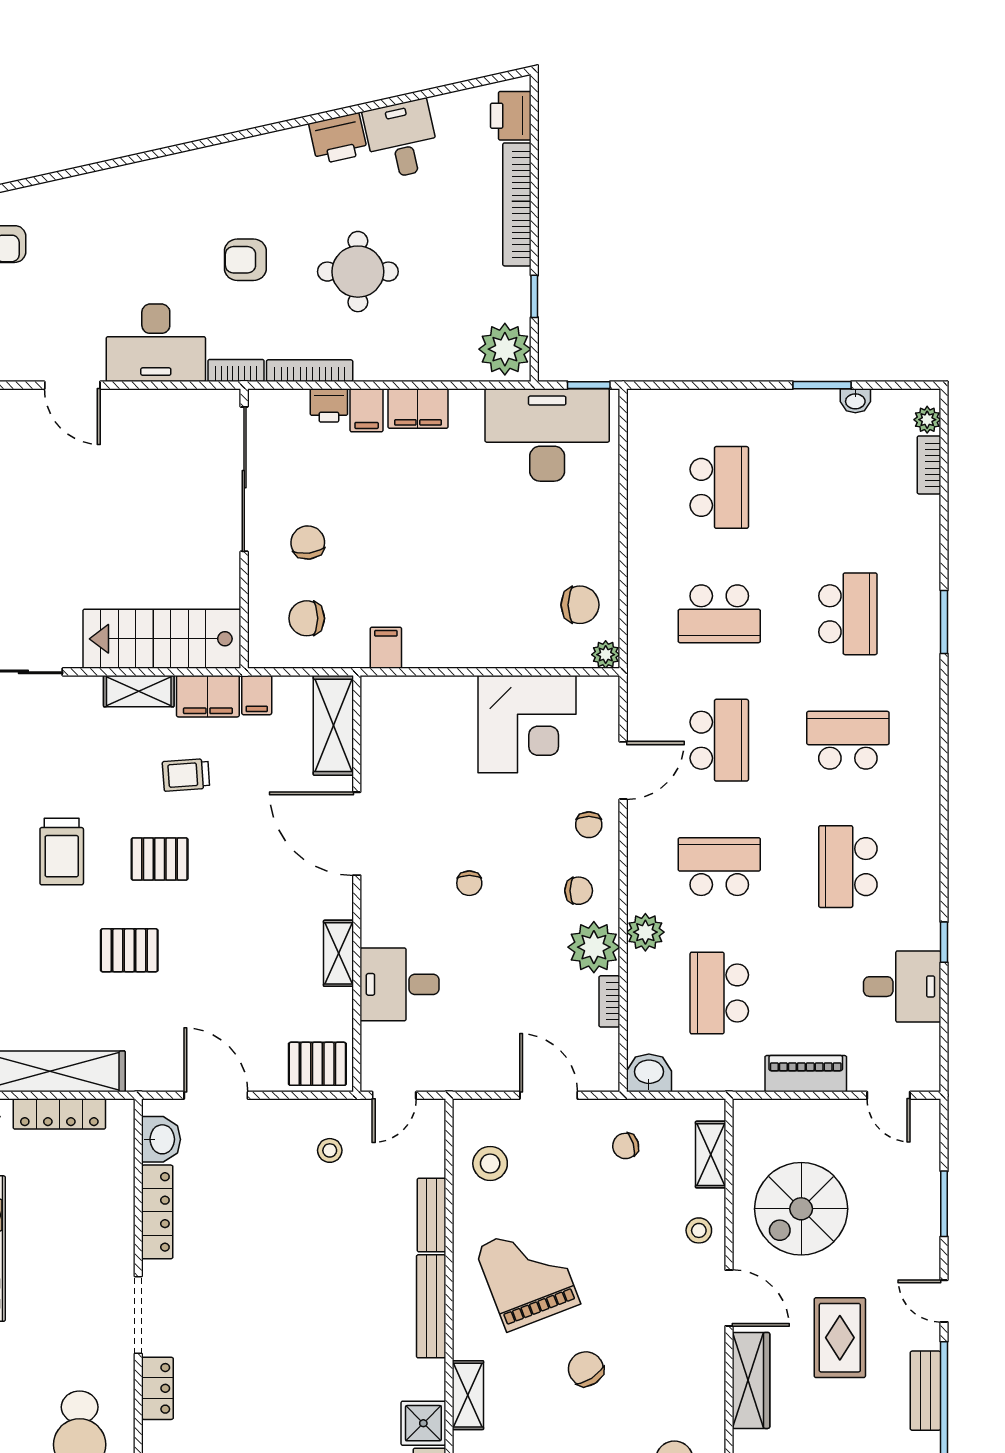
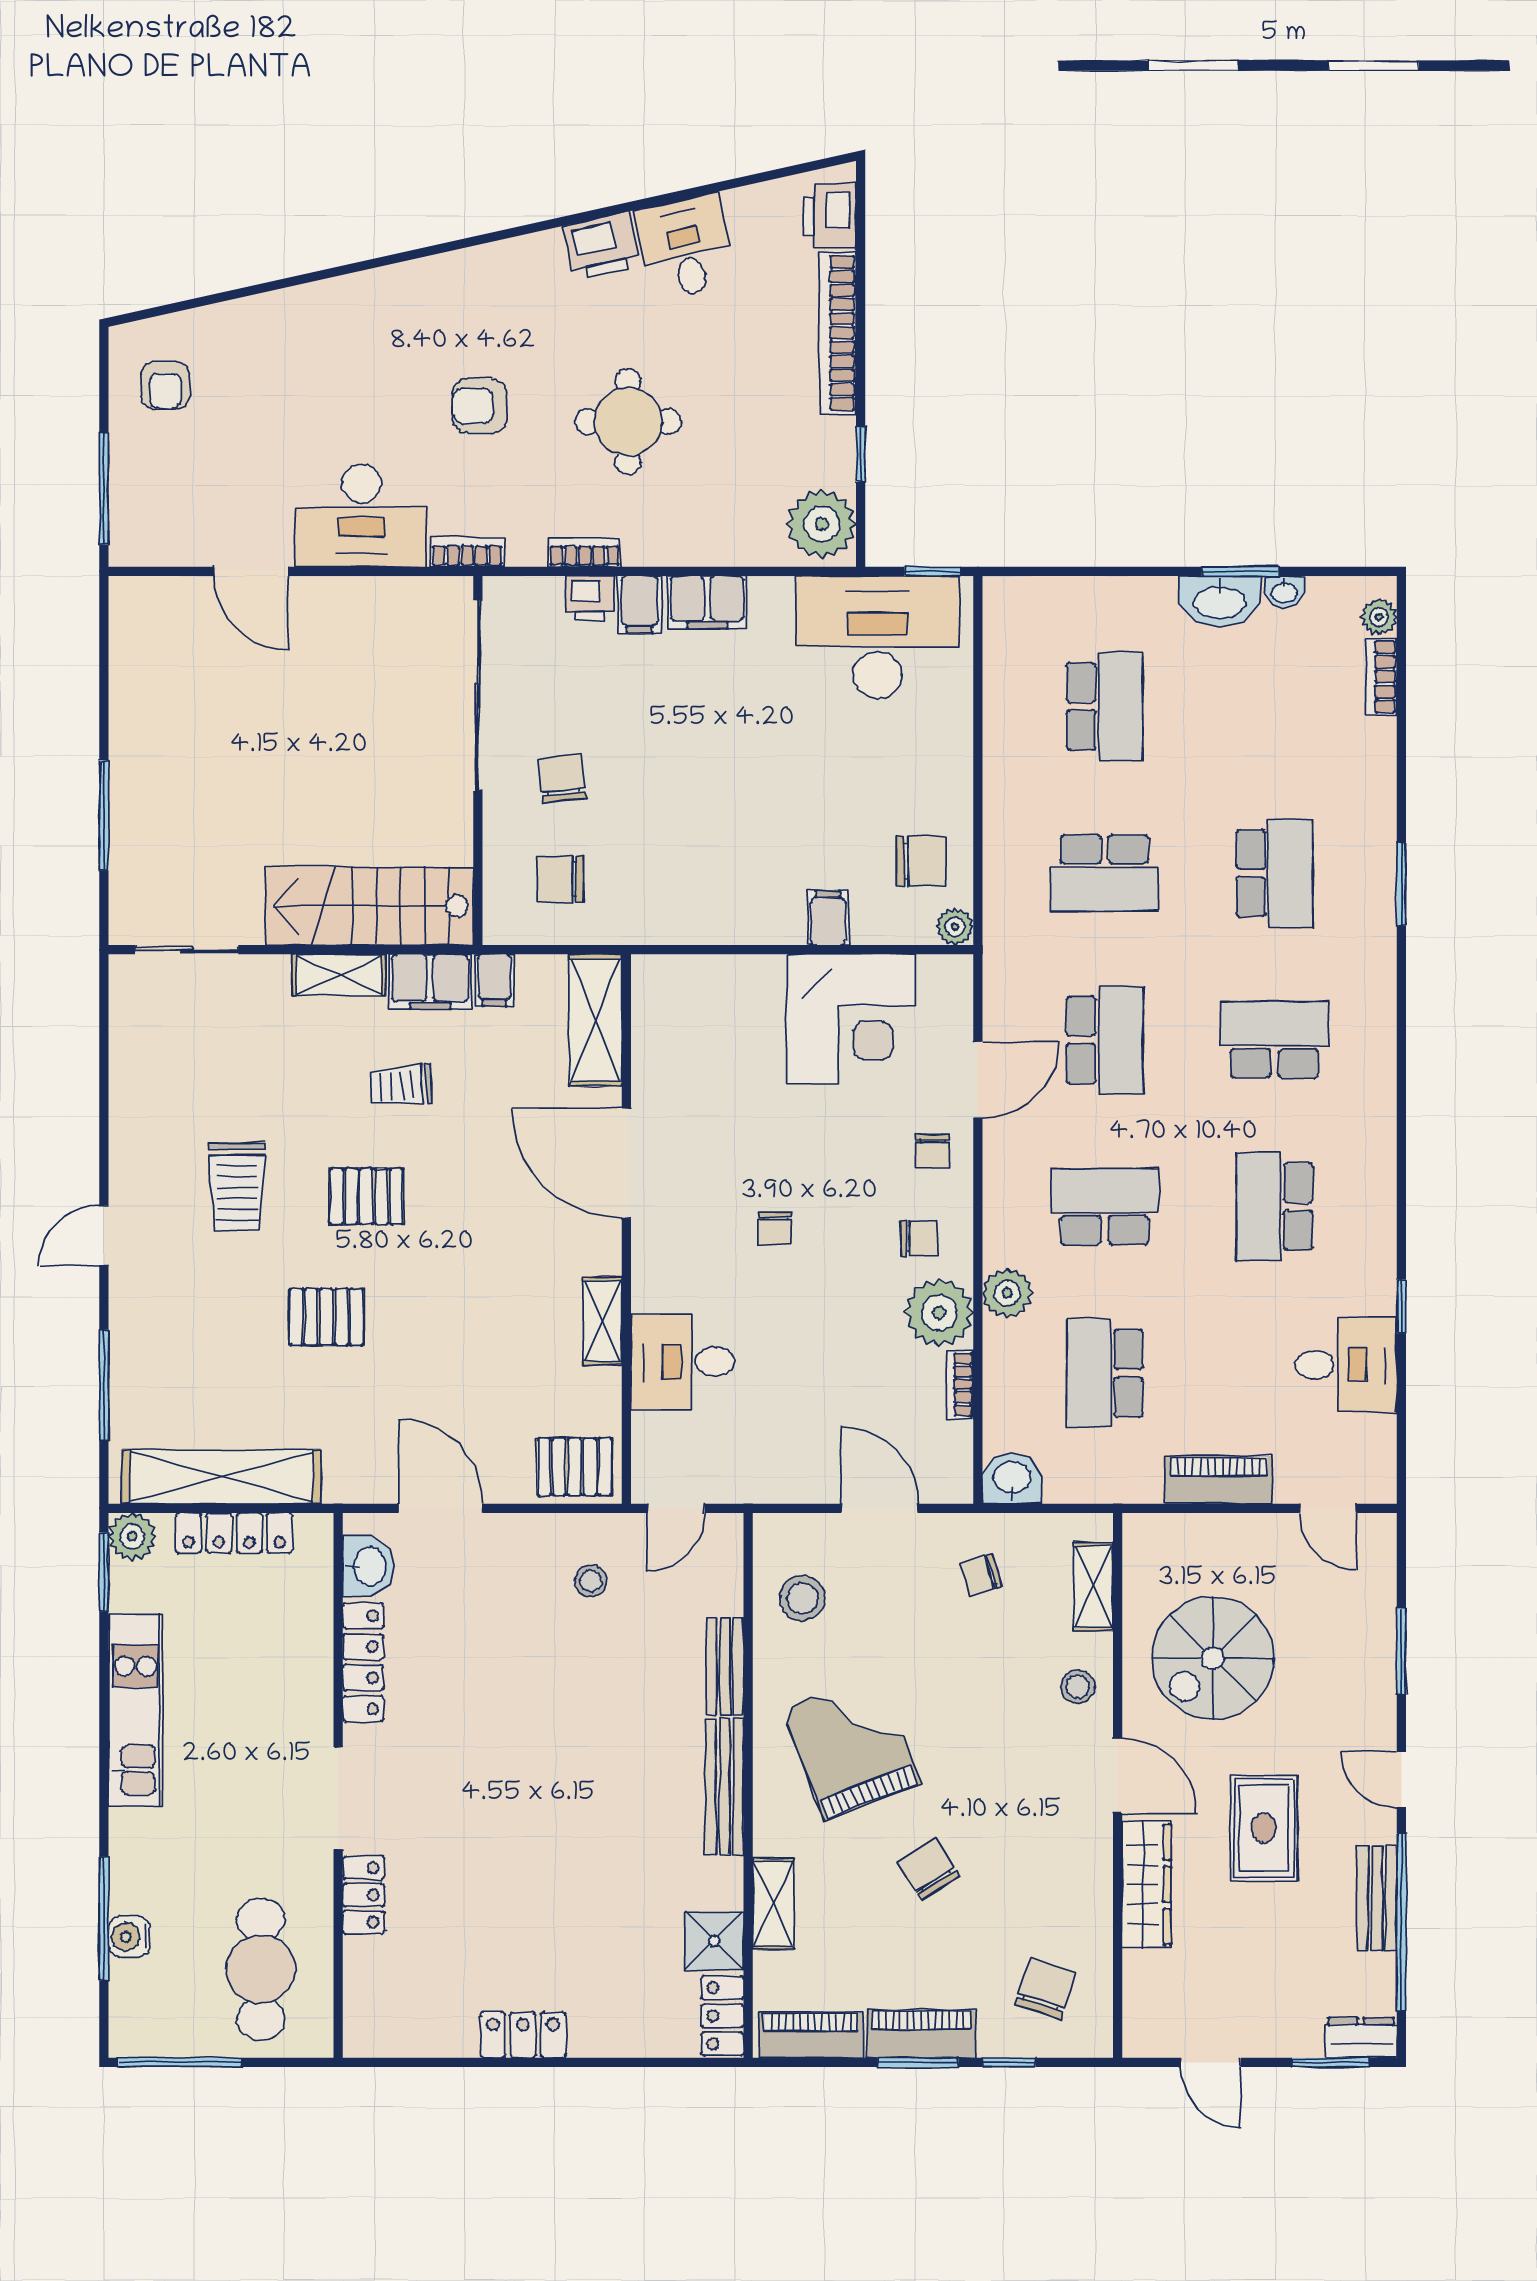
bookcase: (310, 371) -> (585, 552), width x0.64
washbasin: (806, 408) -> (1220, 601), added
filing cabinet: (386, 648) -> (828, 918), moved

